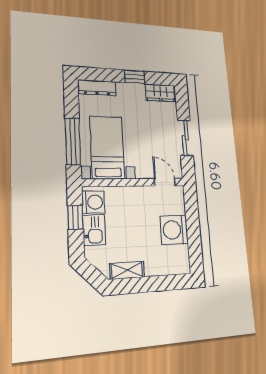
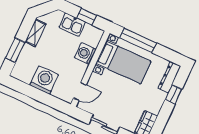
window: (135, 77) -> (174, 94), moved
washing machine: (93, 202) -> (85, 54), moved, turned 90
window: (159, 283) -> (15, 50), added

